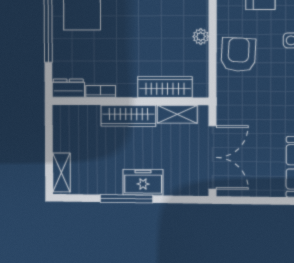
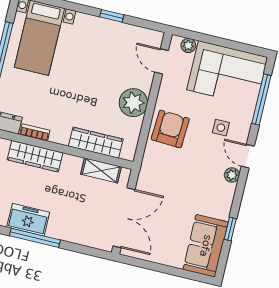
plant: (201, 37) -> (133, 103), width x1.87, depth x1.87
wardrobe: (128, 116) -> (35, 156), moved
freezer: (143, 182) -> (28, 220), moved

